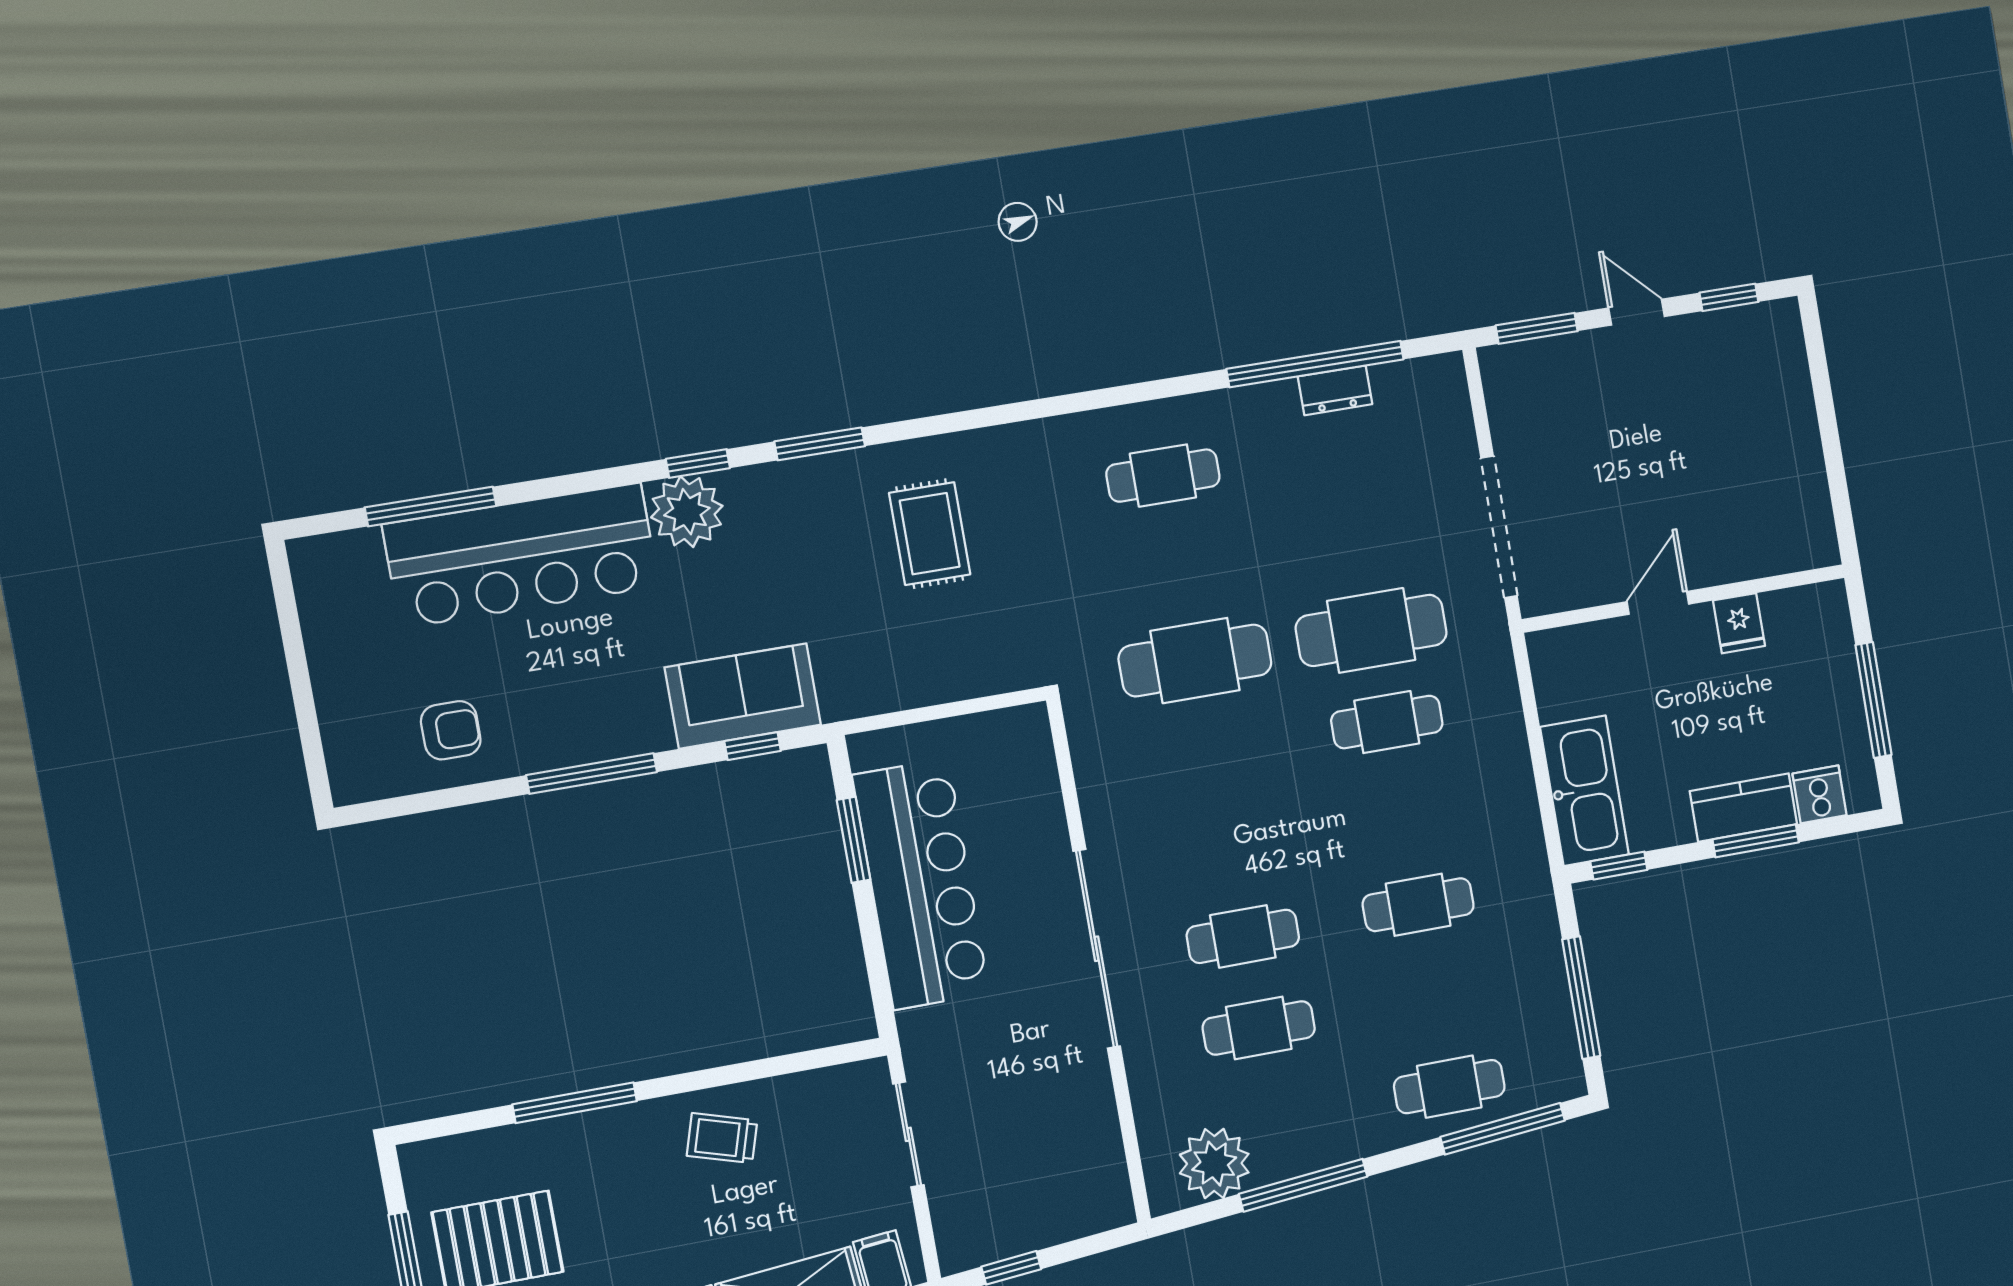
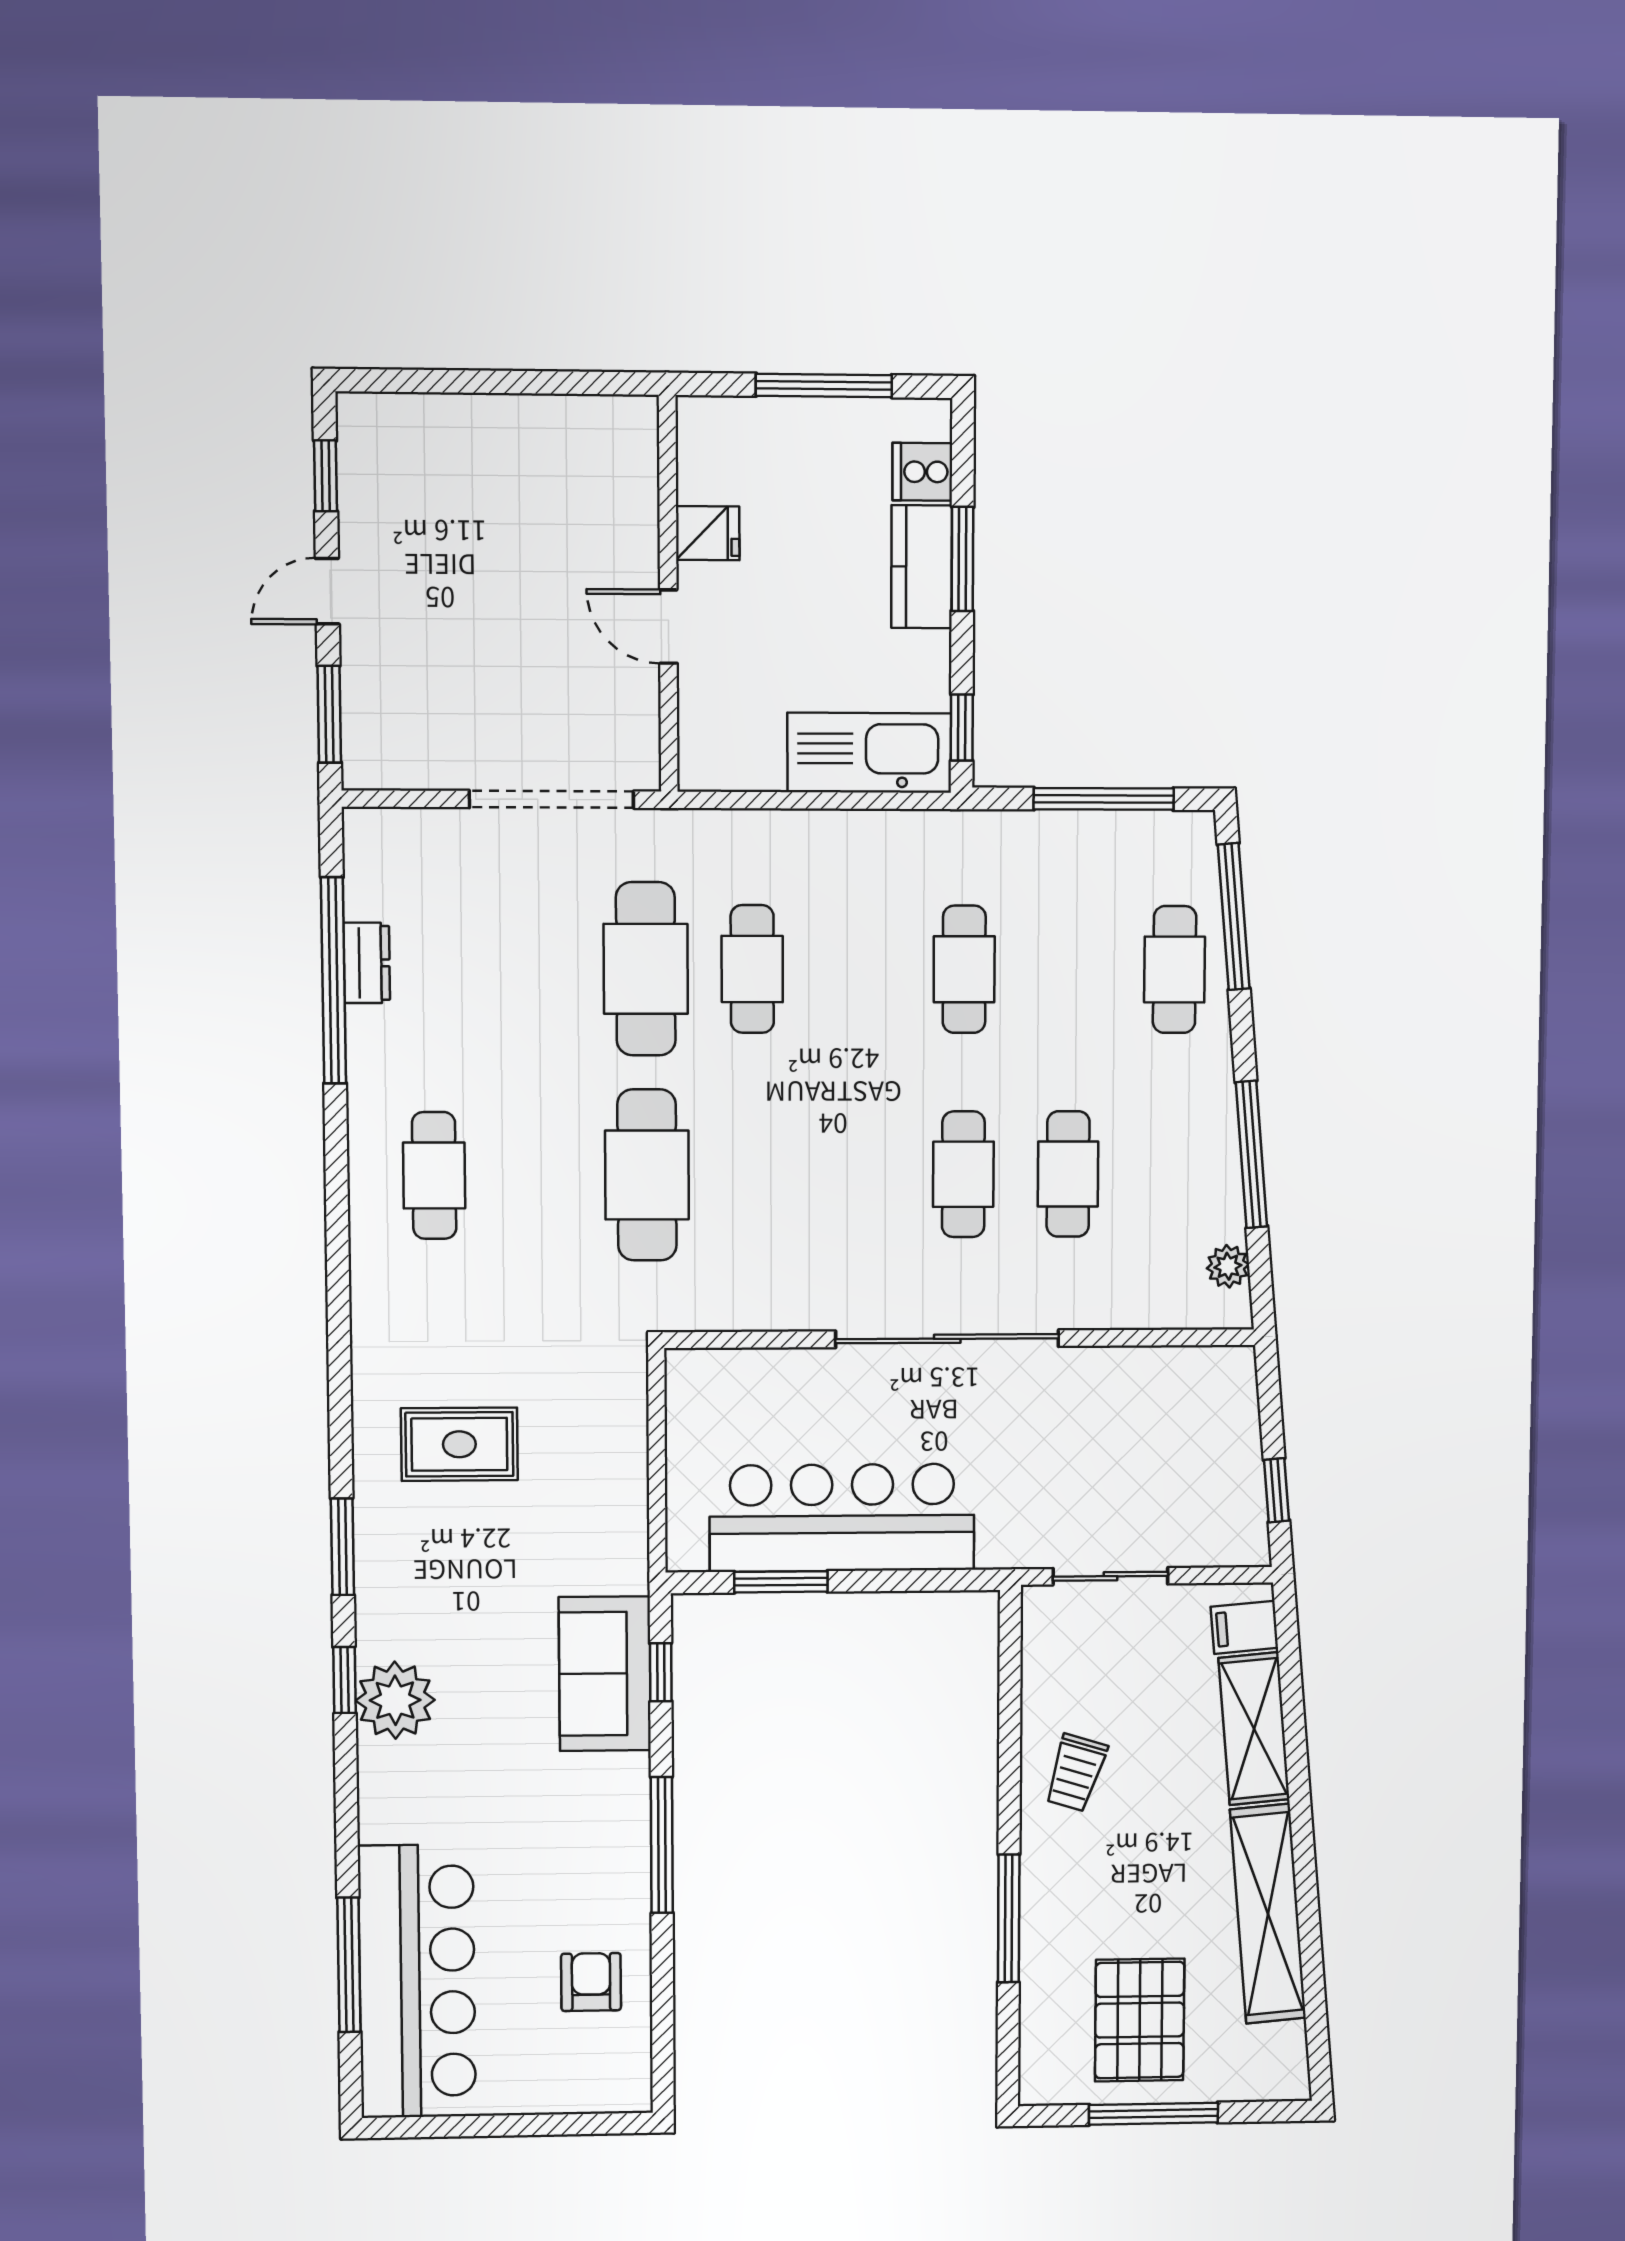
bar counter: (521, 555) -> (417, 1981), moved
plant: (1214, 1164) -> (1228, 1266), width x0.53, depth x0.53

